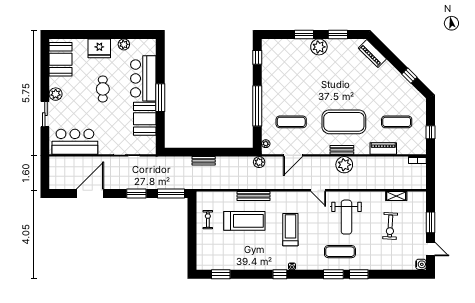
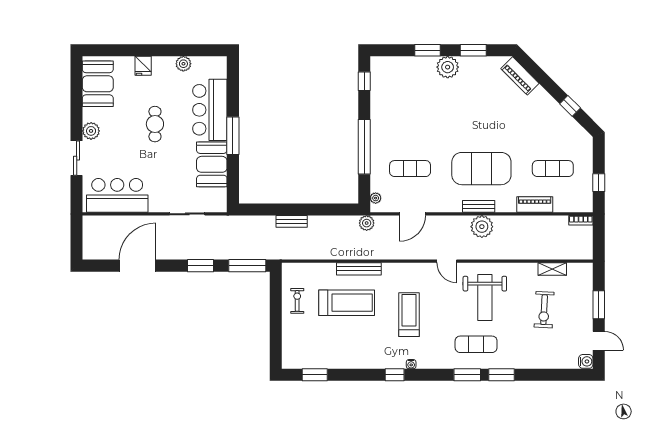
fridge: (99, 48) -> (143, 66), width x0.53, depth x0.75

